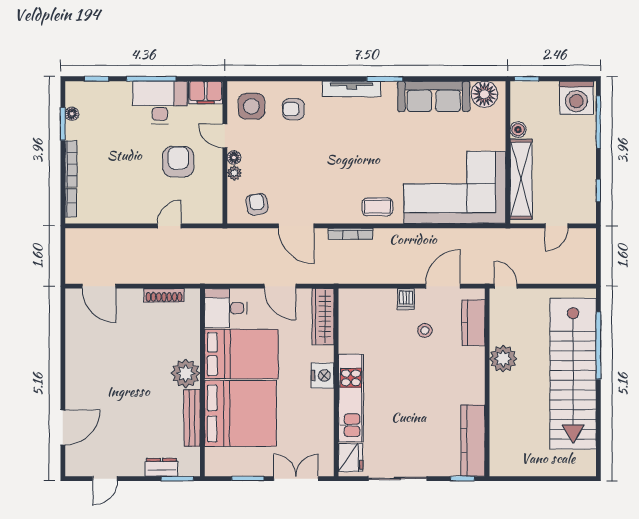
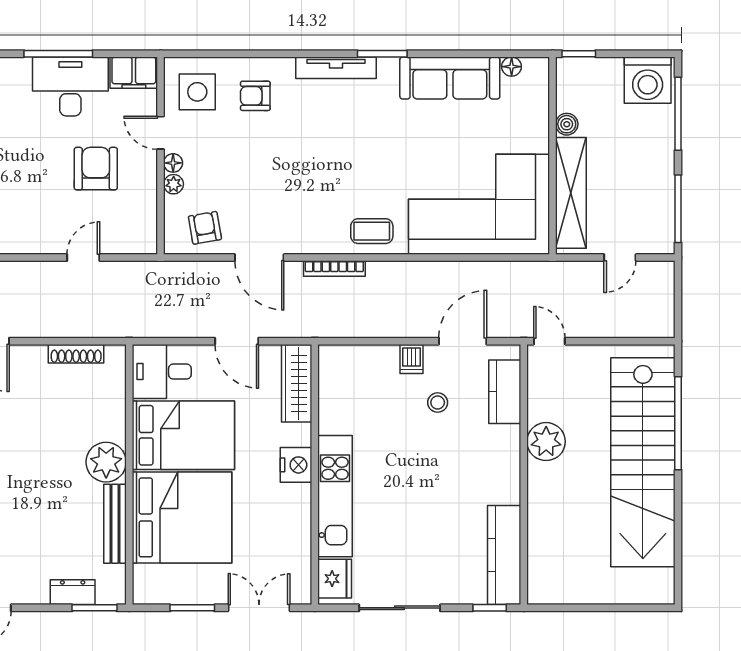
floor lamp: (484, 94) -> (512, 67), width x0.53, depth x0.53
window: (598, 191) -> (678, 209), width x2.17

